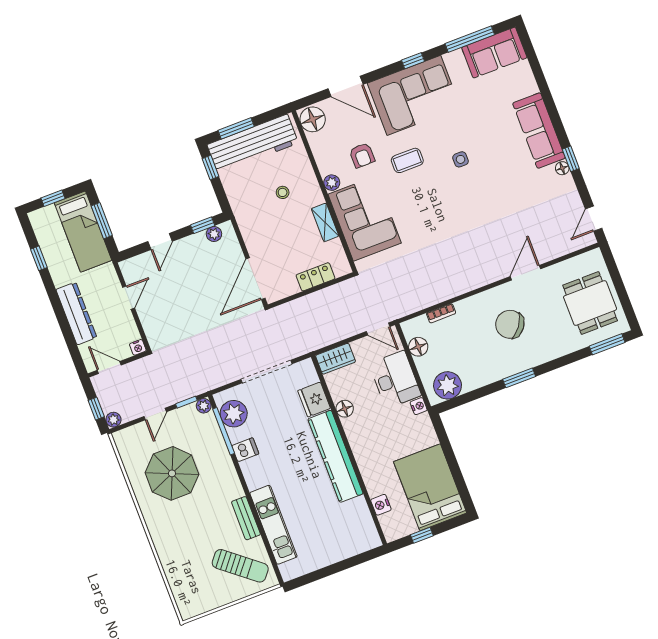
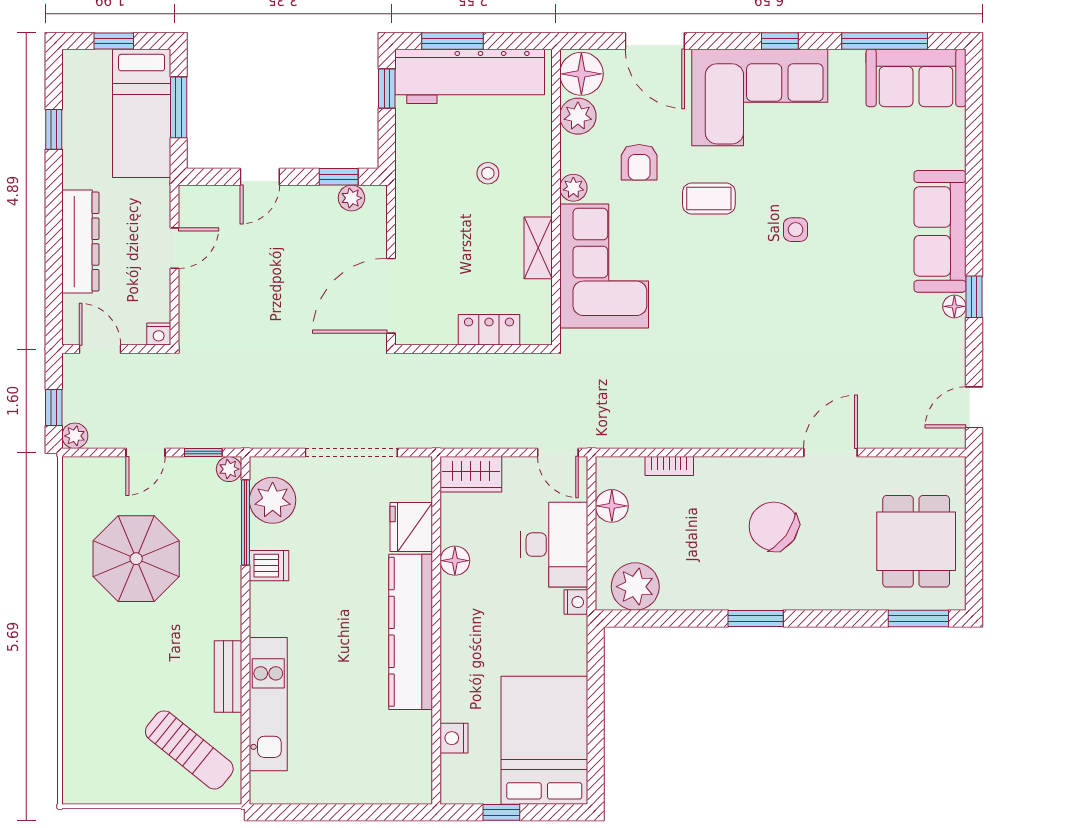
plant: (319, 143) -> (578, 116), added

